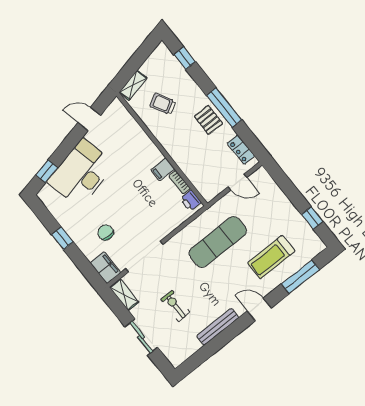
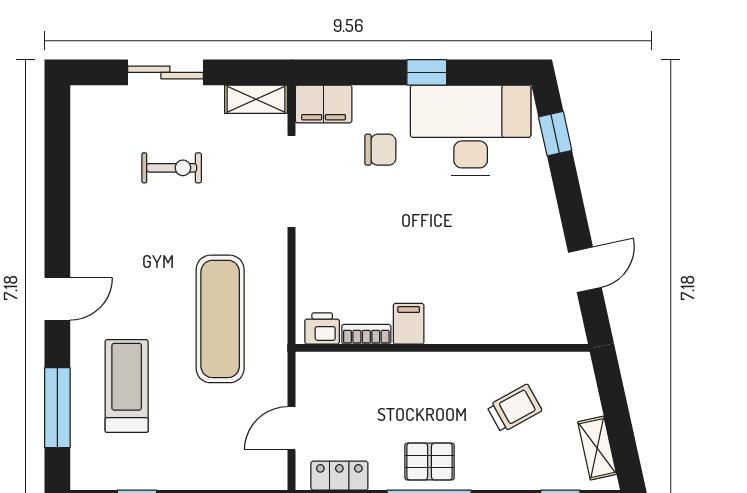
shelving: (133, 85) -> (597, 448), moved
desk: (81, 173) -> (471, 130), moved, turned -78
bench: (218, 327) -> (83, 209), removed

